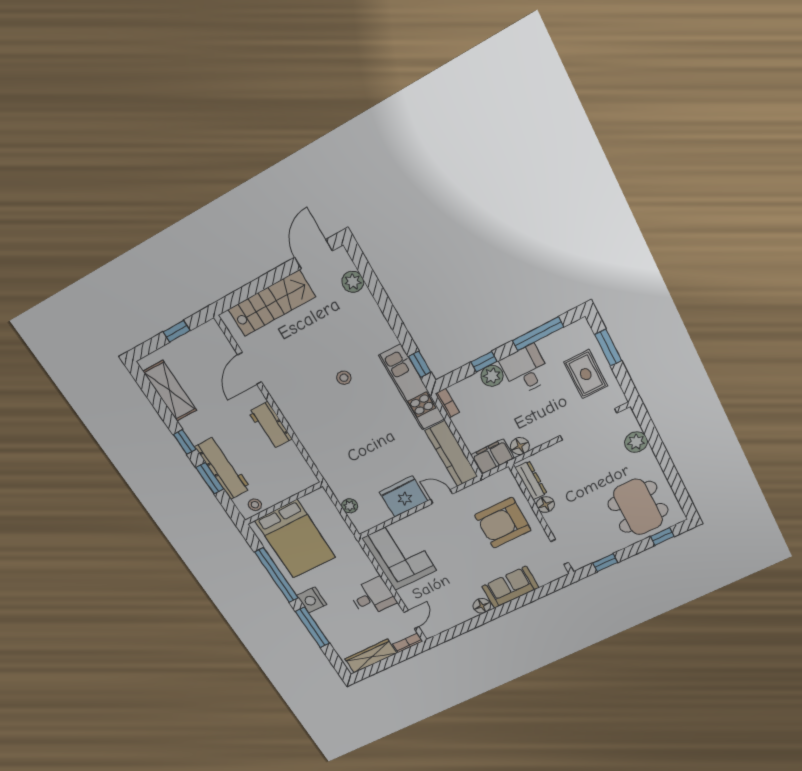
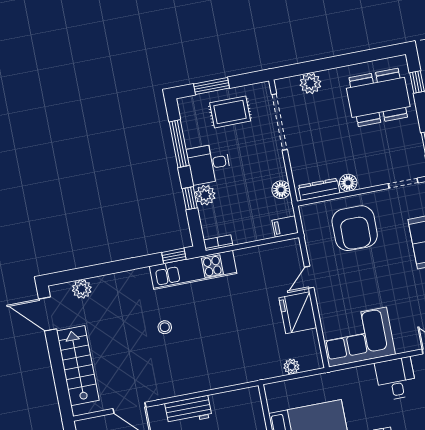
kitchen counter: (451, 454) -> (269, 254), removed
filing cabinet: (492, 457) -> (285, 226), width x0.50

